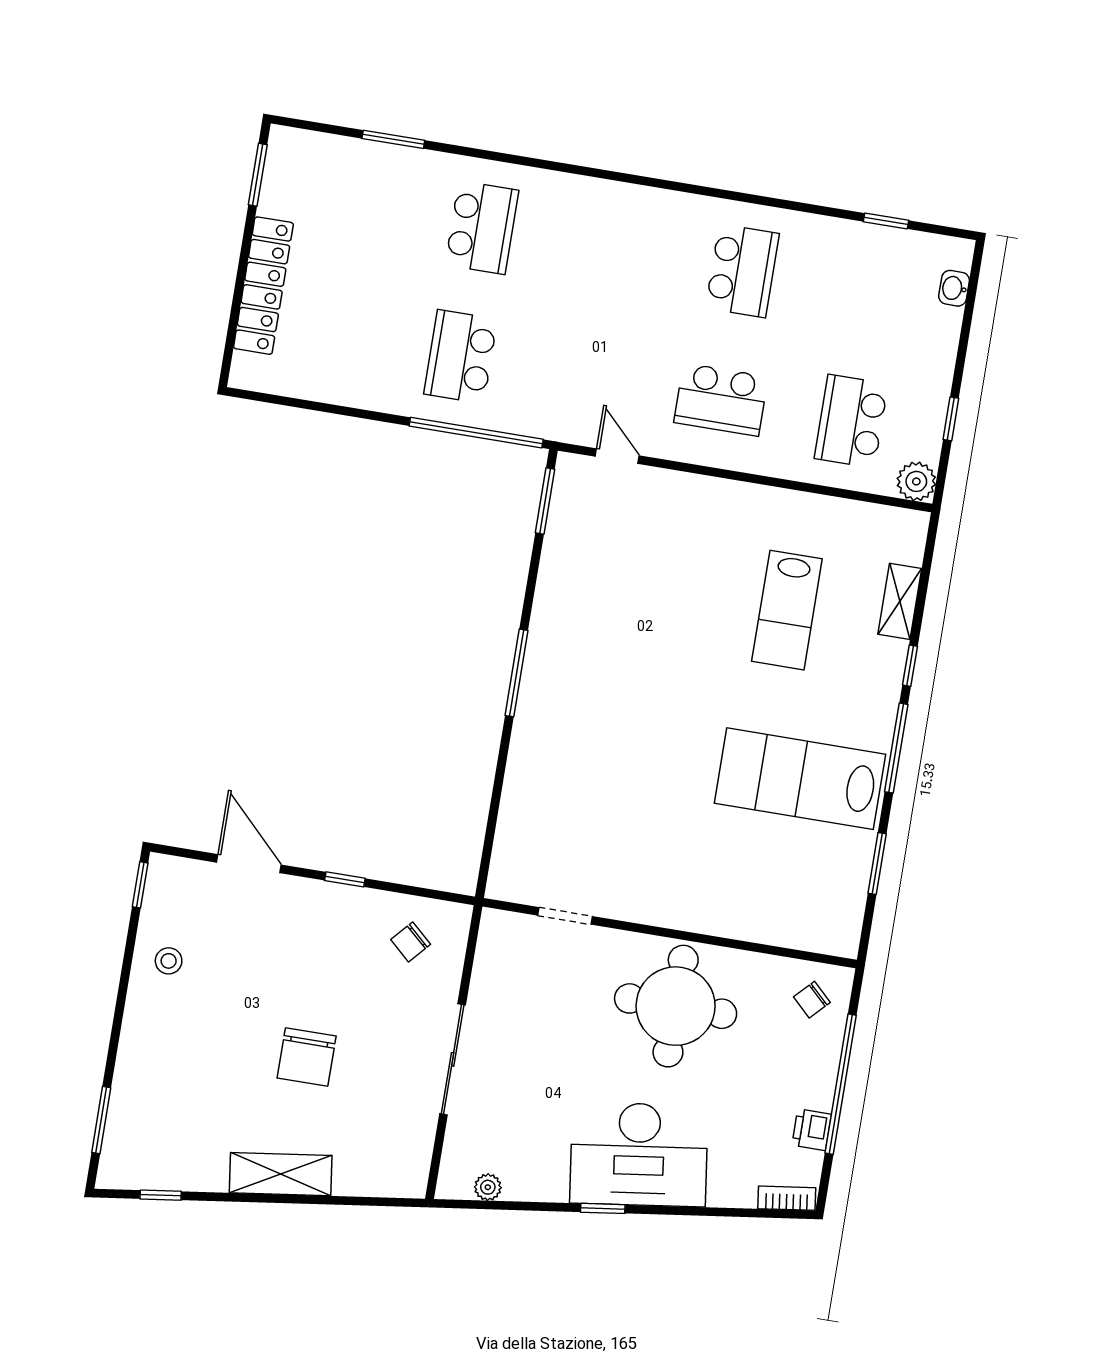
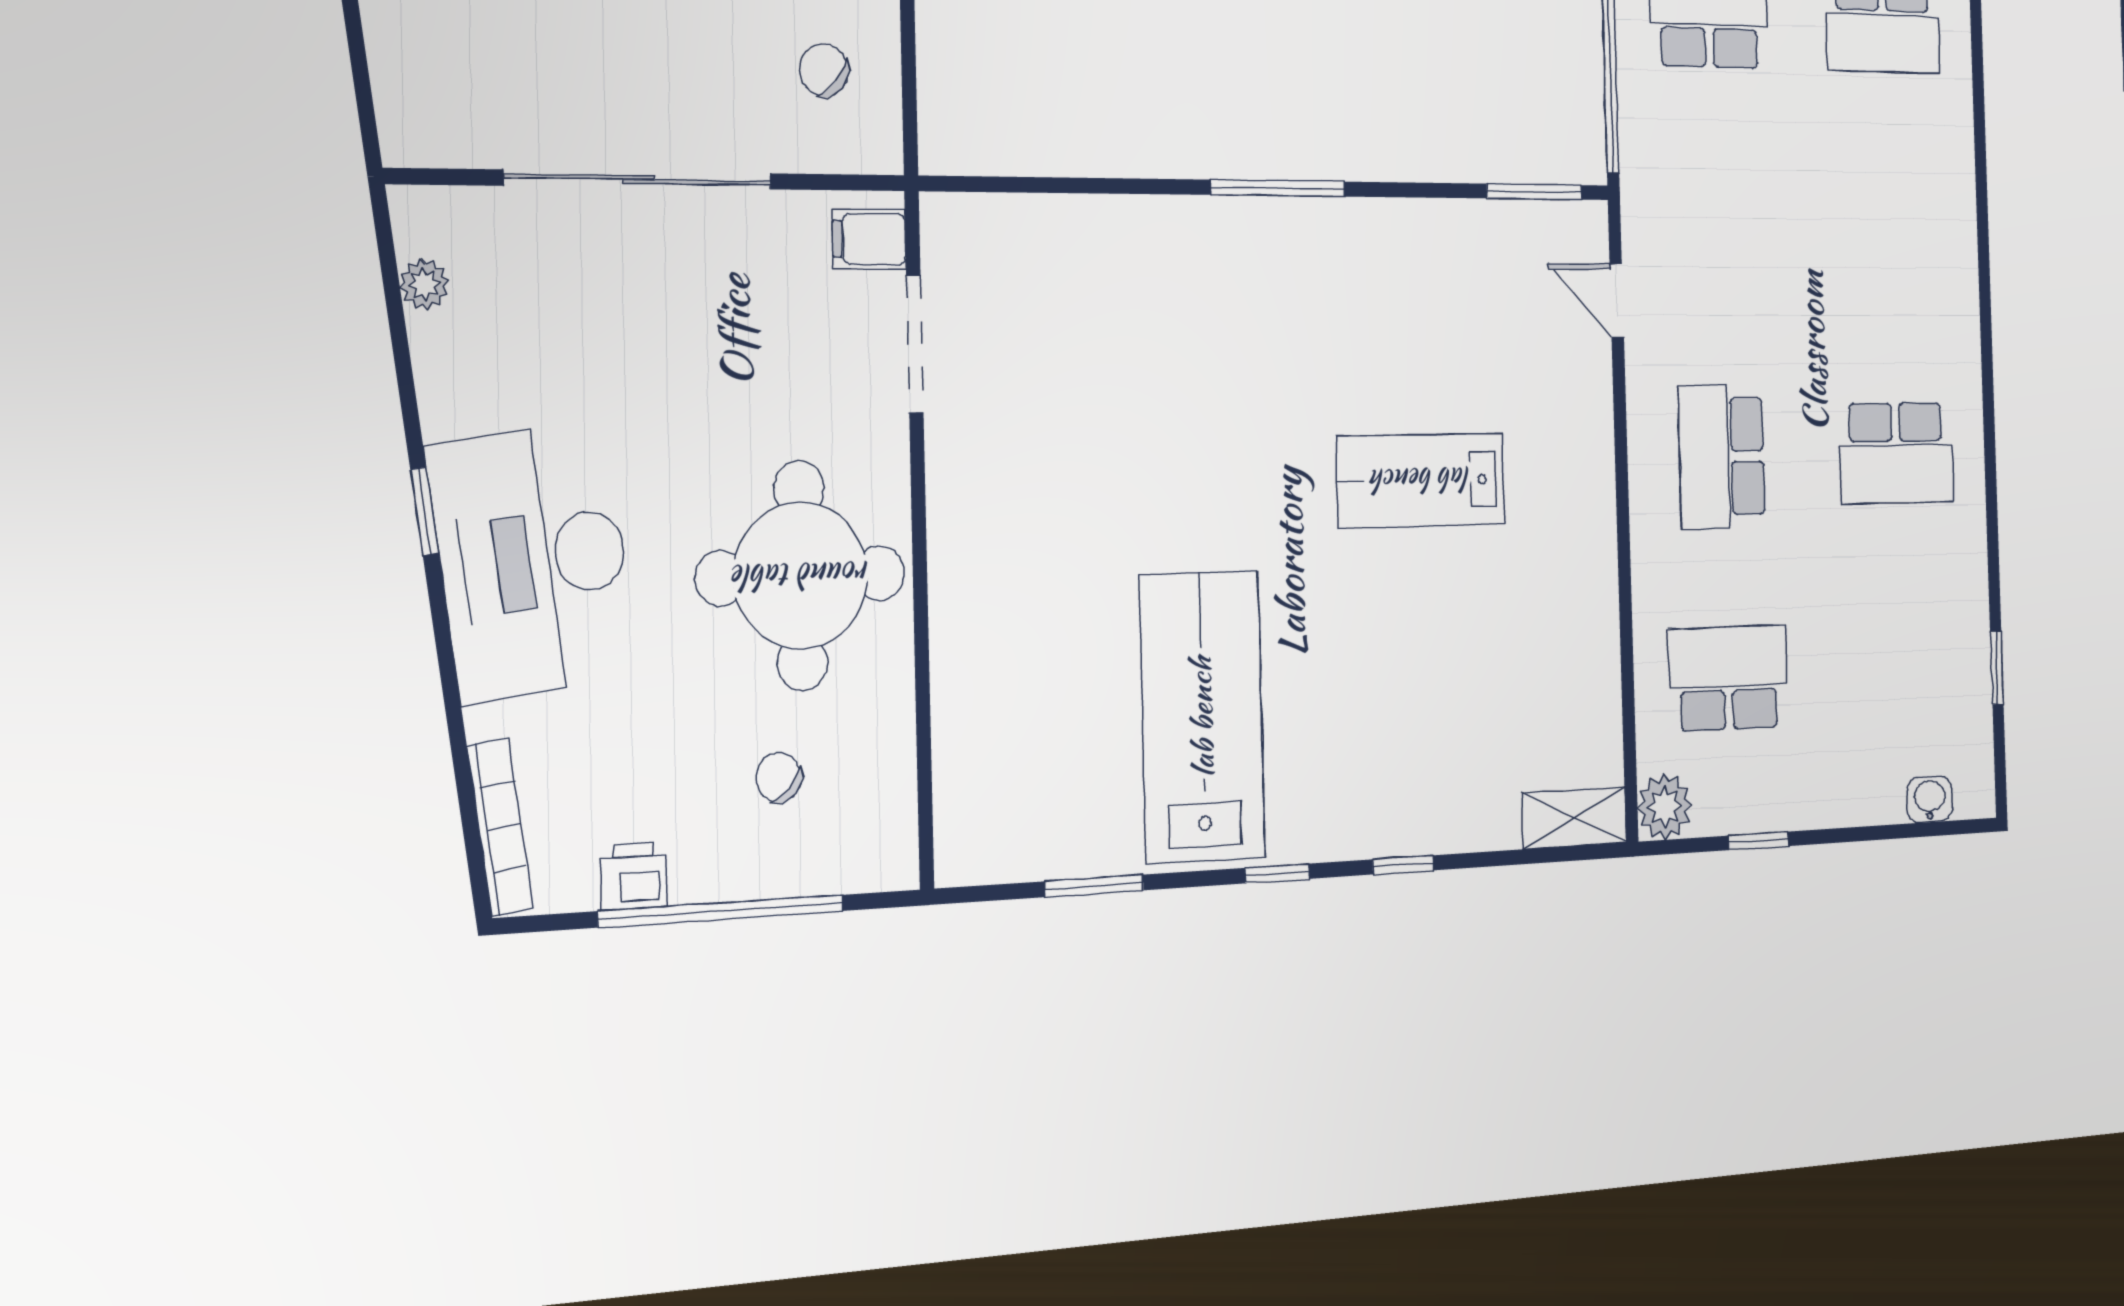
door: (617, 456) -> (1617, 301), swing flipped
shelving: (900, 601) -> (1574, 818), moved
lab bench: (787, 610) -> (1421, 480), moved
window: (896, 748) -> (1277, 873), width x0.46
doorway: (565, 916) -> (915, 344), width x1.38
filing cabinet: (505, 932) -> (869, 239), added
chair: (812, 1000) -> (779, 777), moved
sliding door: (453, 1059) -> (639, 179), width x1.36
bookcase: (787, 1198) -> (500, 828), width x1.56

